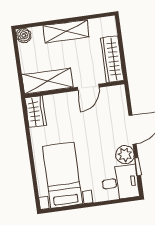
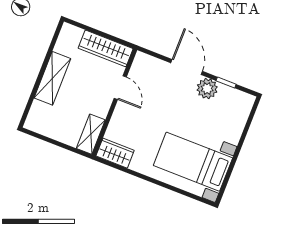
boiler: (24, 35) -> (33, 123), removed
shelving: (48, 81) -> (91, 134), width x0.67, depth x0.75
desk: (120, 182) -> (232, 109), removed

